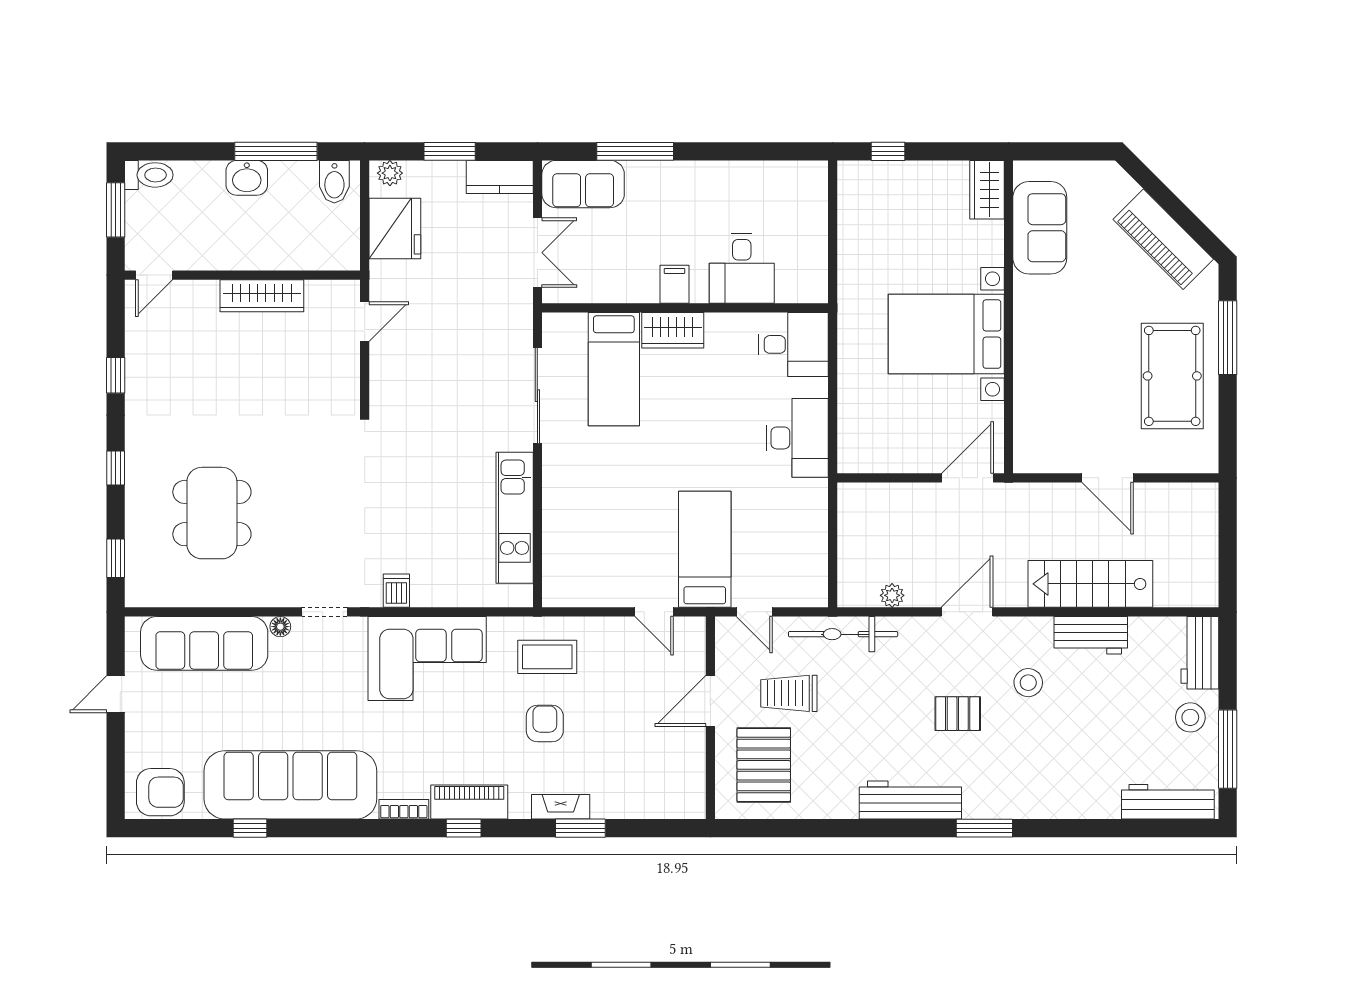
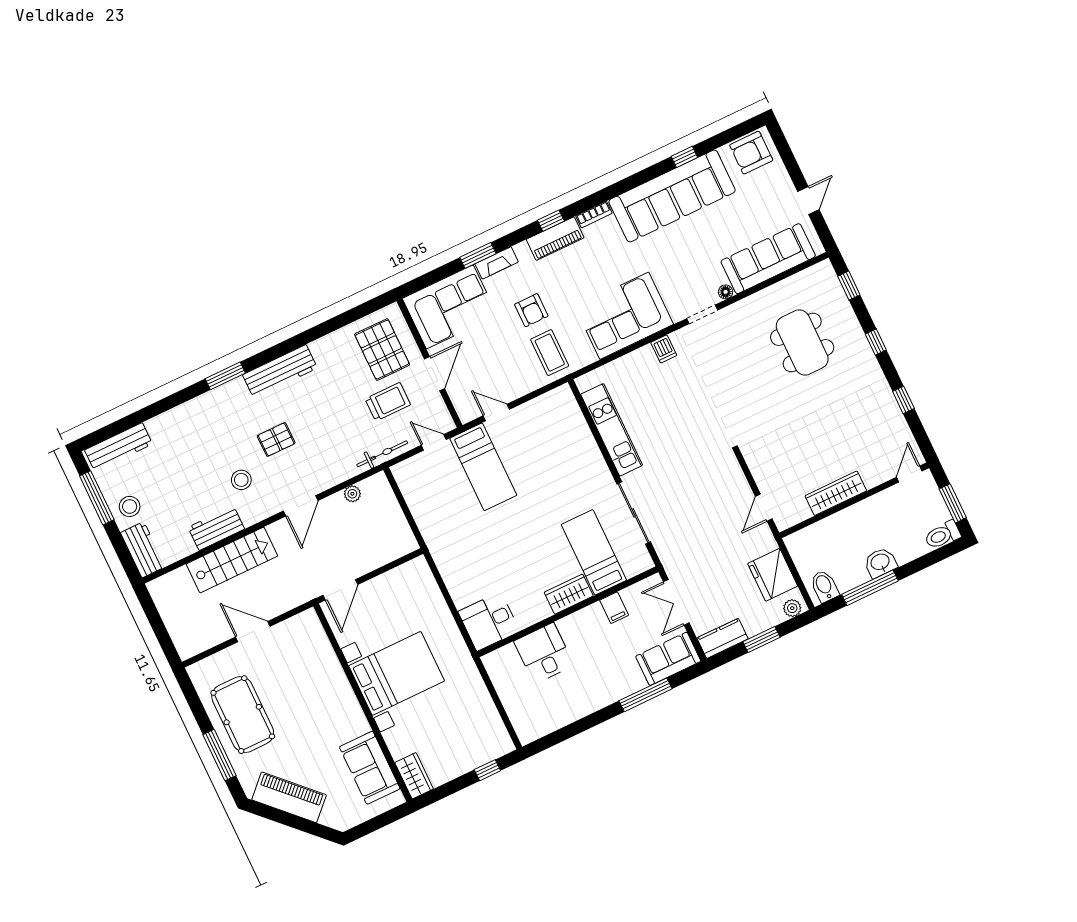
filing cabinet: (674, 284) -> (614, 608), moved
desk: (797, 438) -> (459, 564), removed
bicycle: (843, 634) -> (382, 454), width x0.73, depth x0.71
coffee table: (547, 657) -> (550, 353), turned 90
corner sofa: (649, 779) -> (450, 307), added

